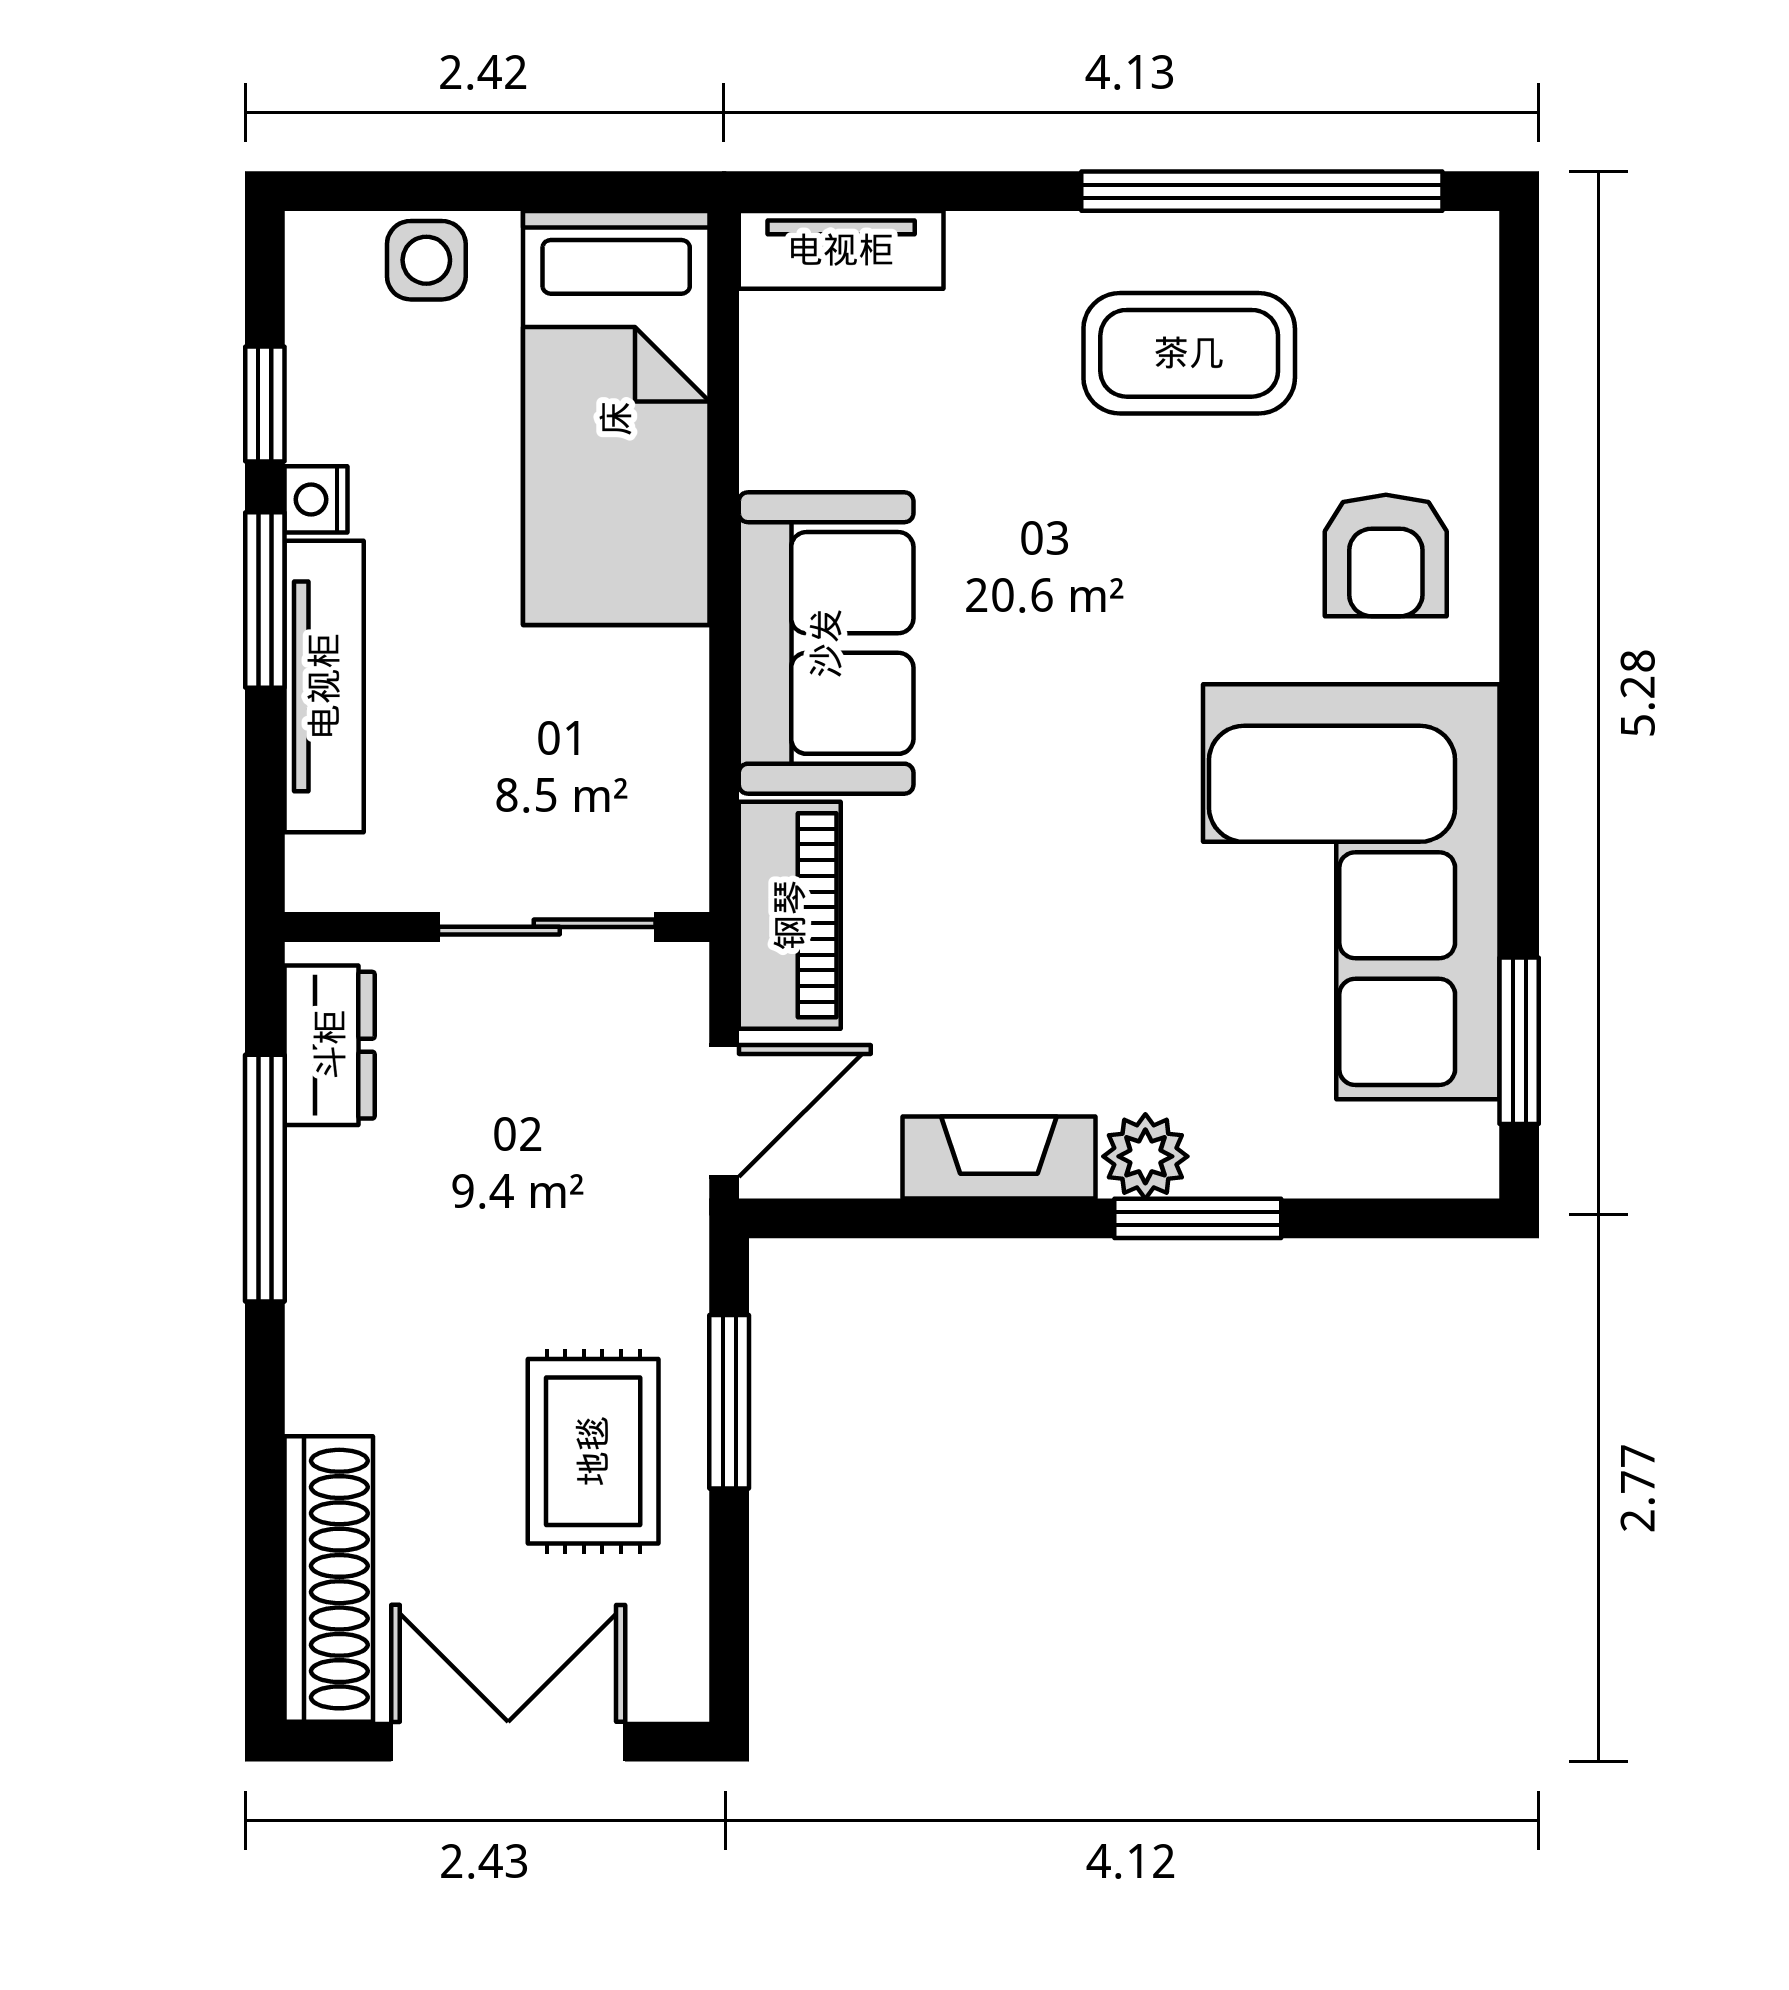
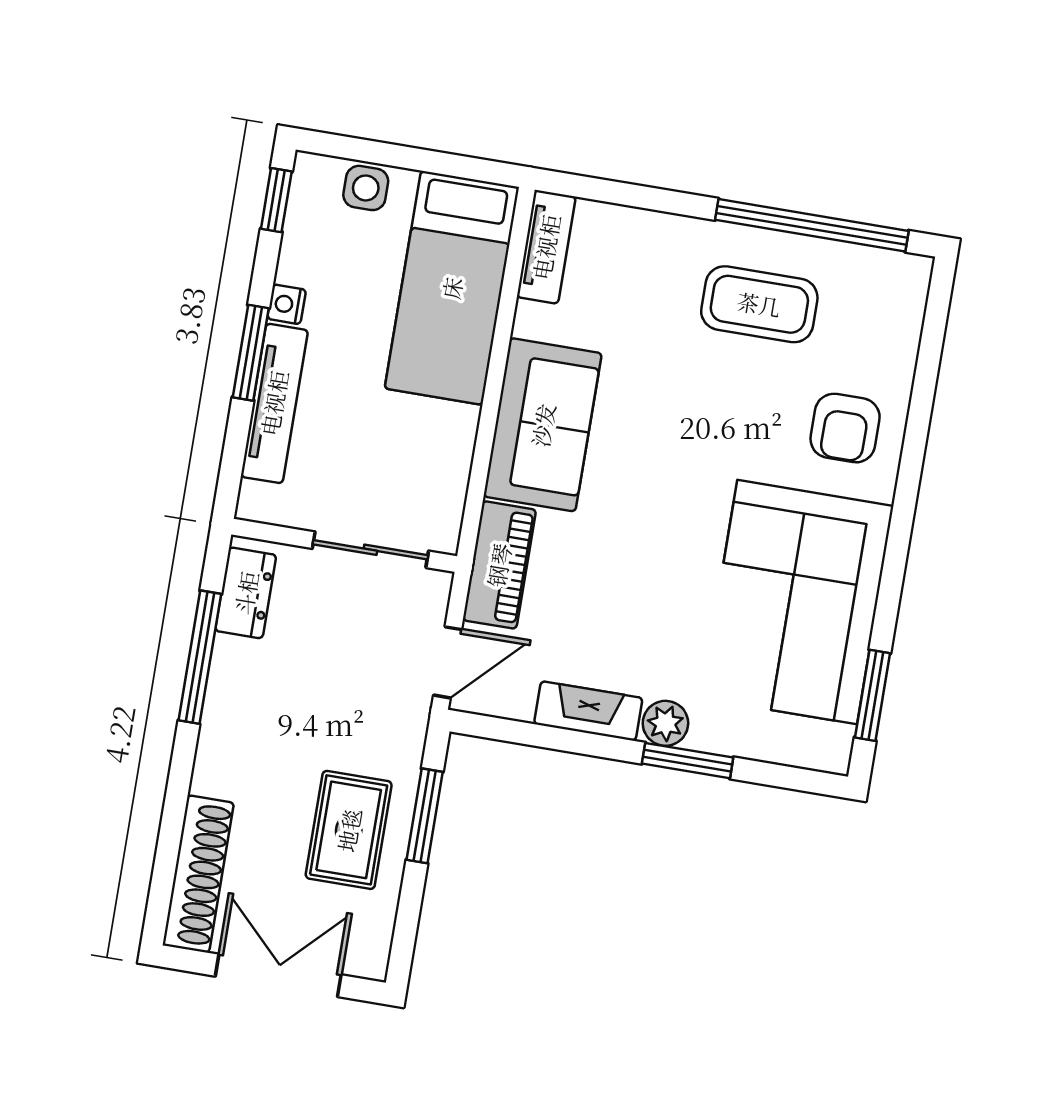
tv unit: (841, 250) -> (546, 247), moved, turned -90
window: (265, 404) -> (276, 200), moved

